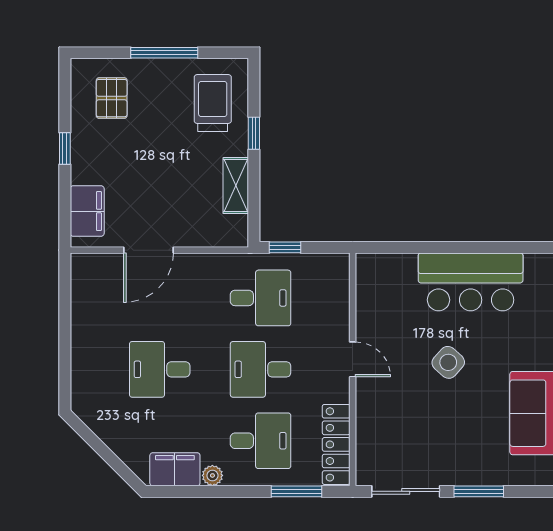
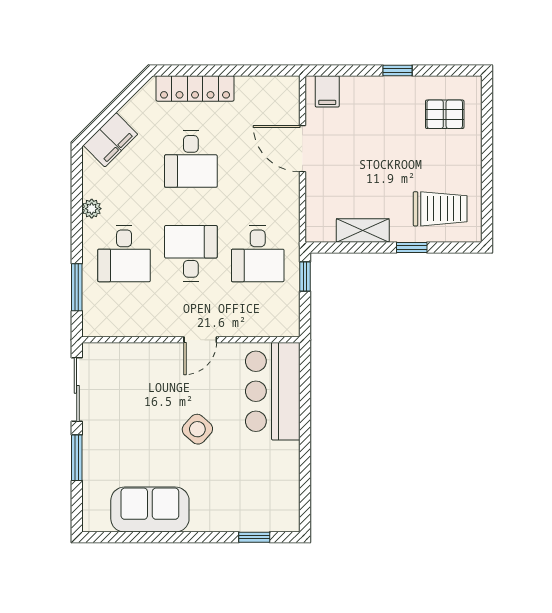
window: (164, 53) -> (487, 164), removed
filing cabinet: (87, 211) -> (327, 91), width x0.50
bar counter: (471, 282) -> (273, 391), moved
desk: (160, 369) -> (191, 159), turned 180
locker: (336, 444) -> (195, 88), moved, turned 180
filing cabinet: (175, 469) -> (110, 140), moved, turned 45

